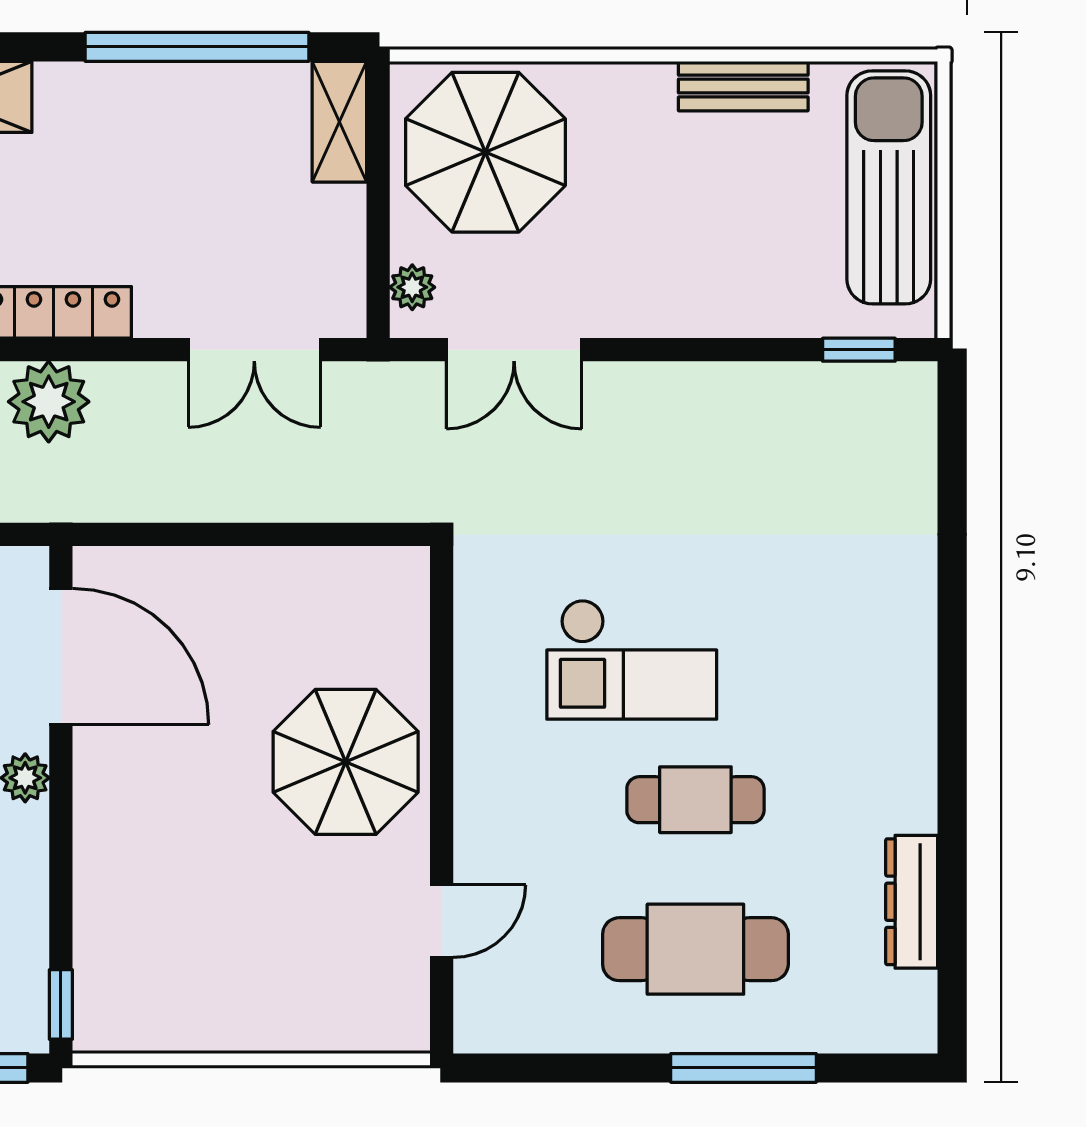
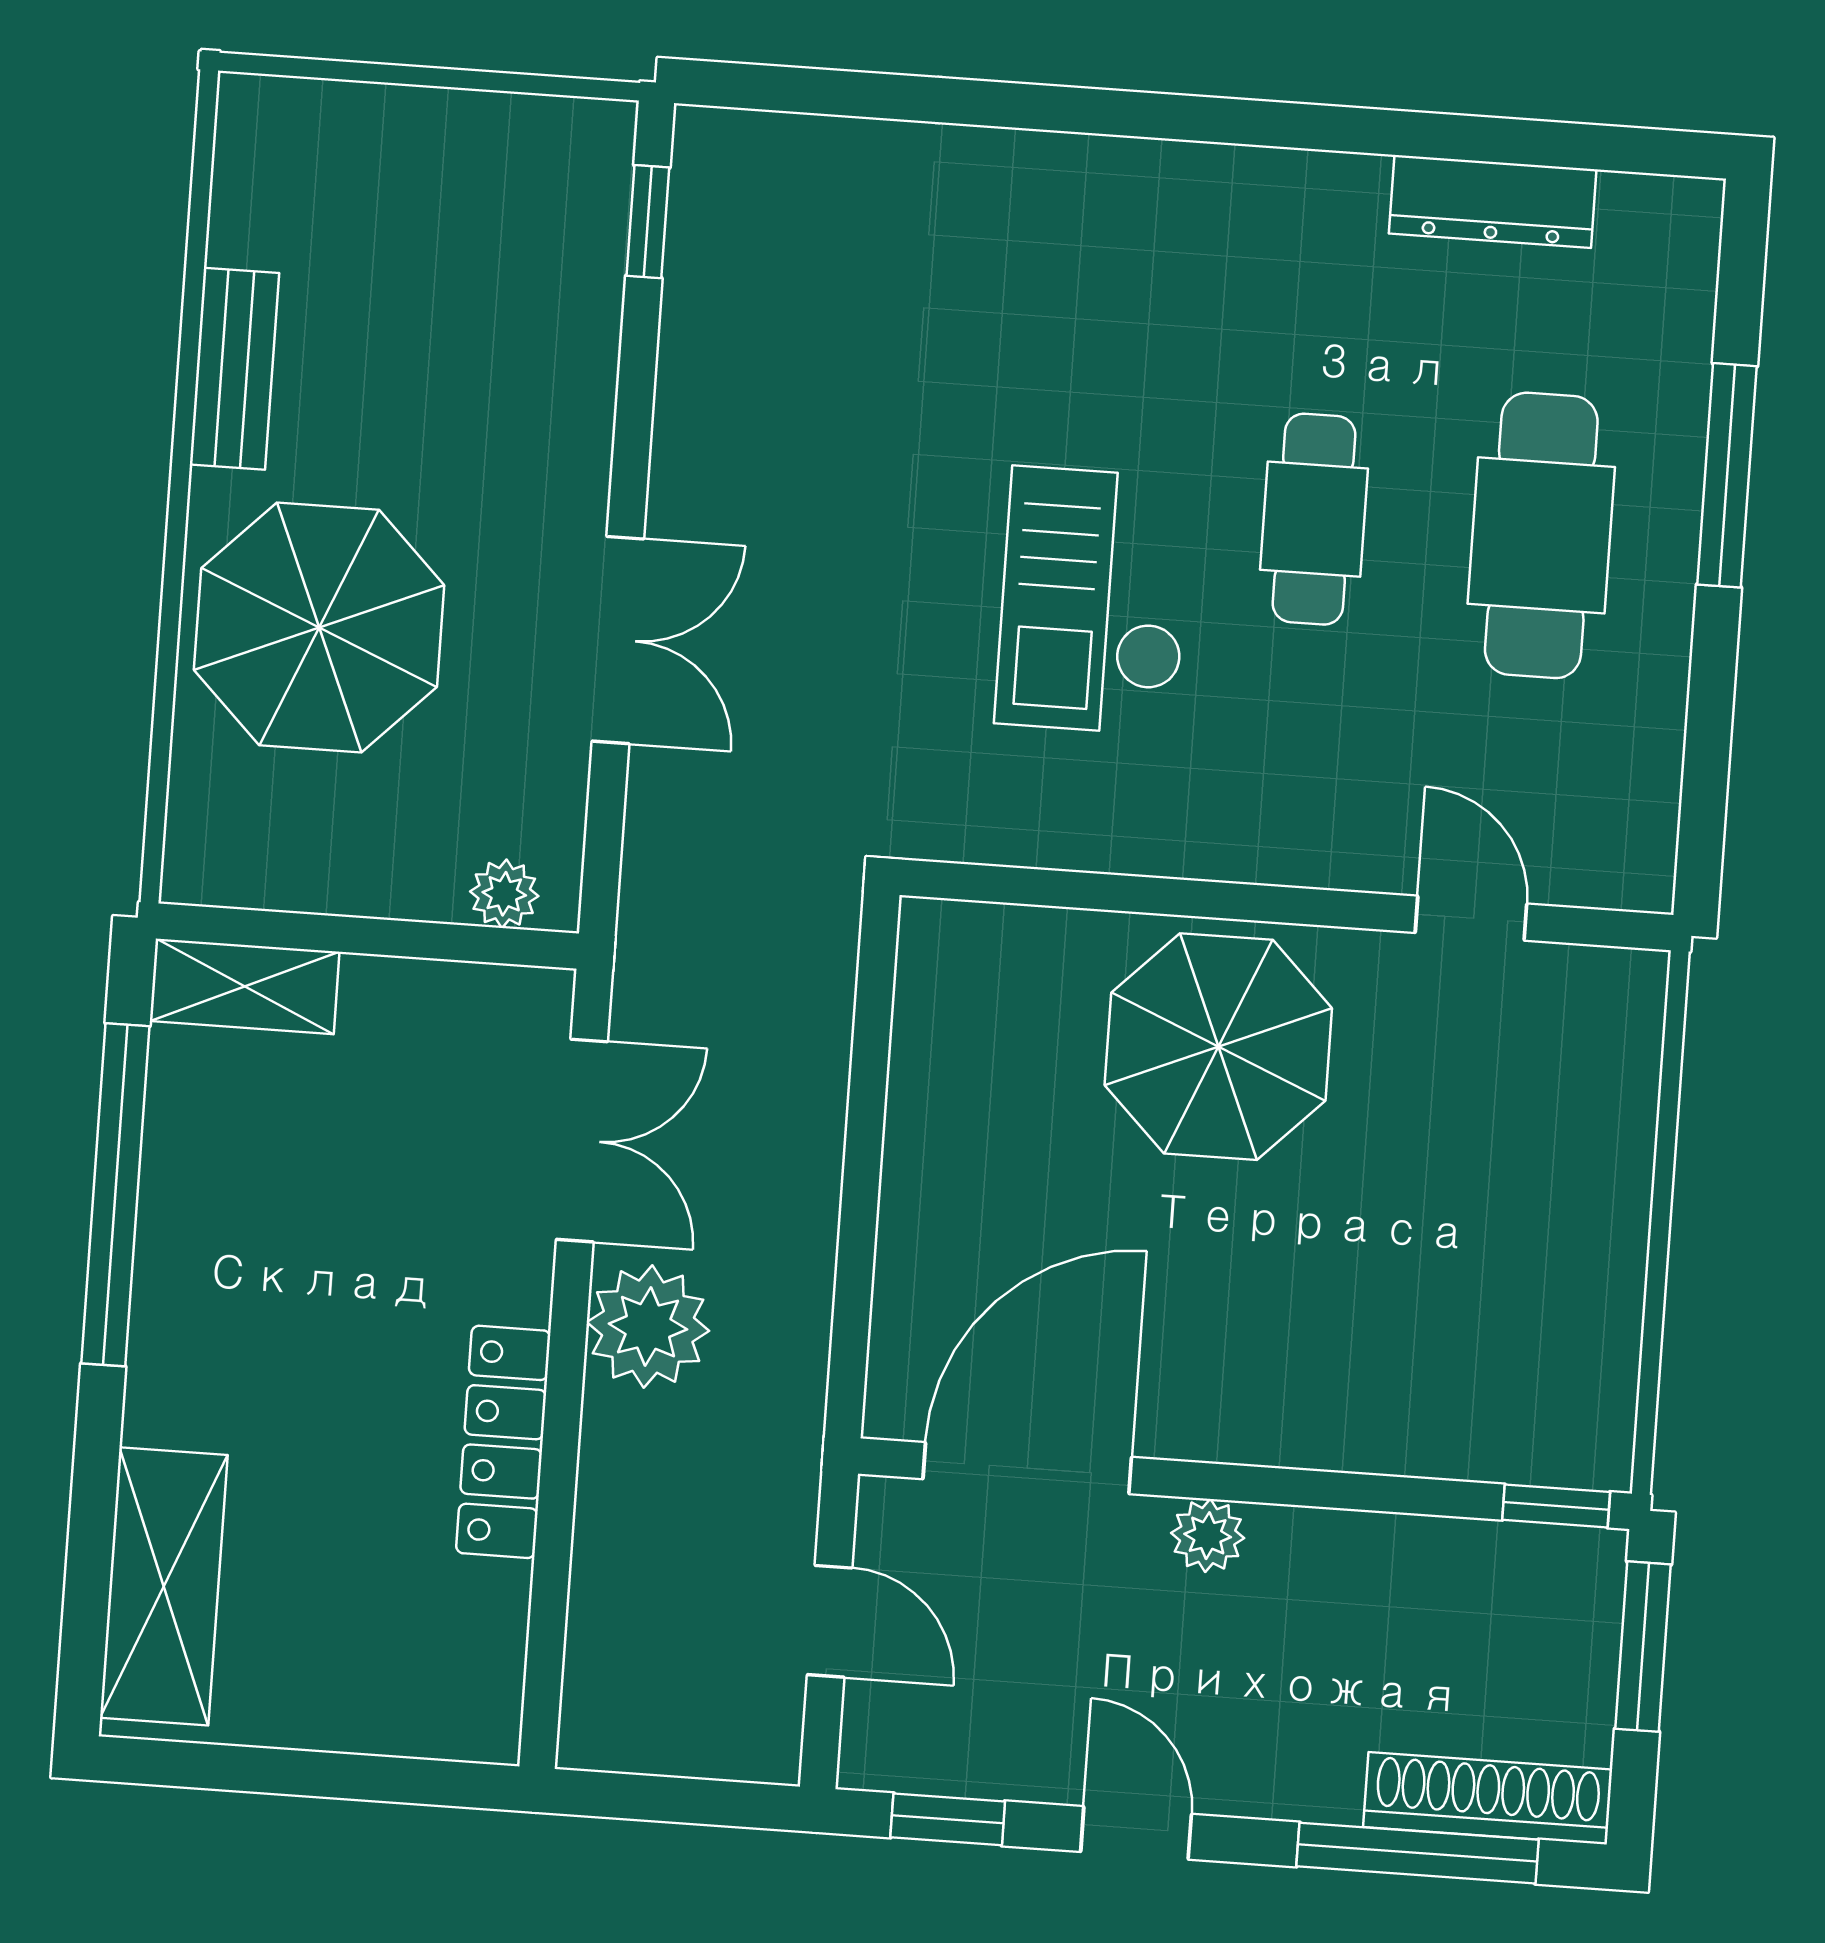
parasol: (485, 152) -> (319, 627), moved
sun lounger: (889, 187) -> (404, 159), removed
double door: (514, 350) -> (618, 640), moved
plant: (49, 402) -> (648, 1327), moved
checkout: (632, 659) -> (1094, 601), turned 180

